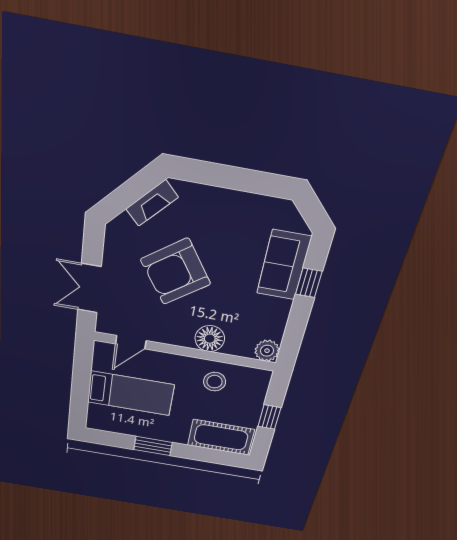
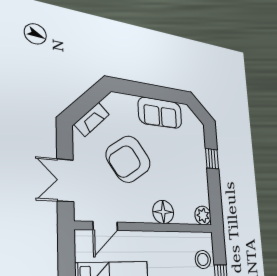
fireplace: (152, 203) -> (92, 119), moved
sofa: (284, 265) -> (160, 113), moved, turned -90
stool: (215, 382) -> (203, 259), moved

